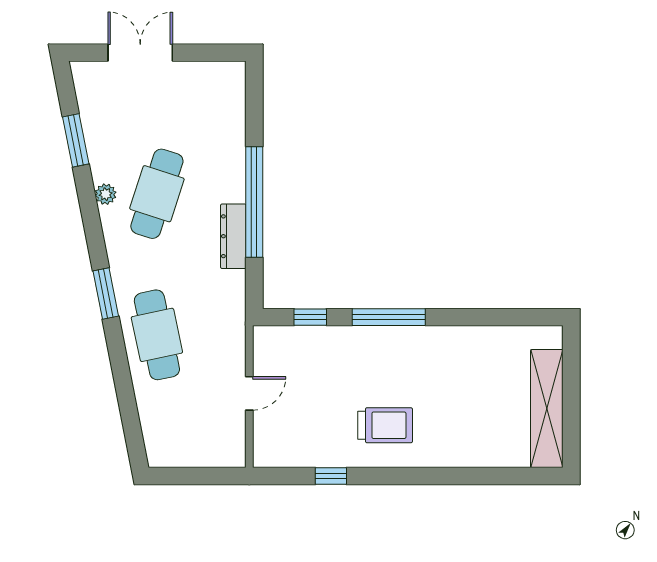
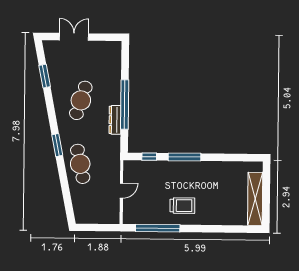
plant: (106, 194) -> (58, 100), removed
window: (331, 476) -> (158, 228), width x3.17

